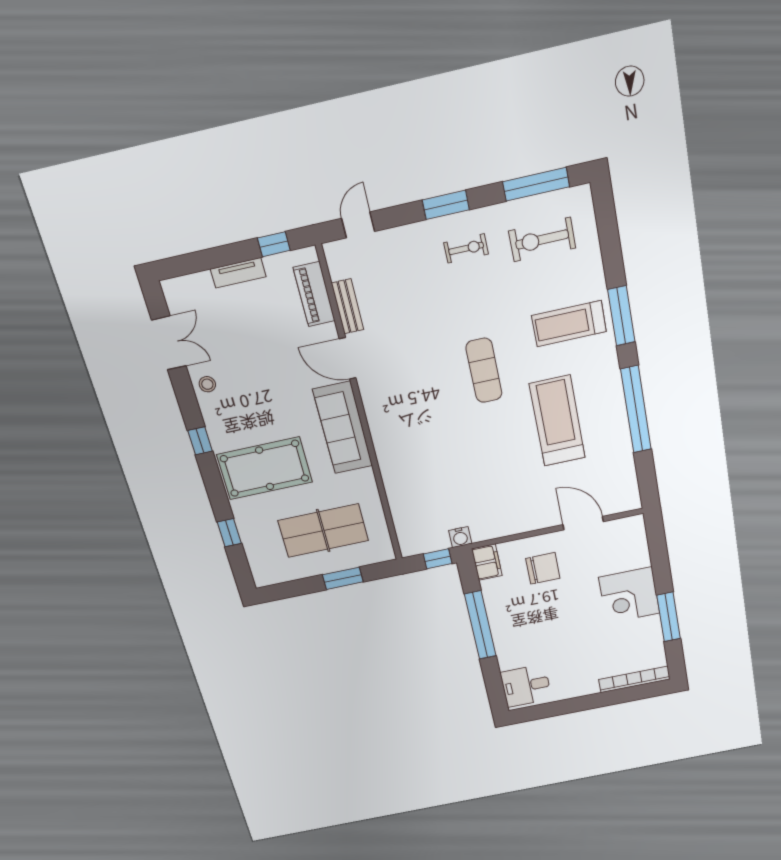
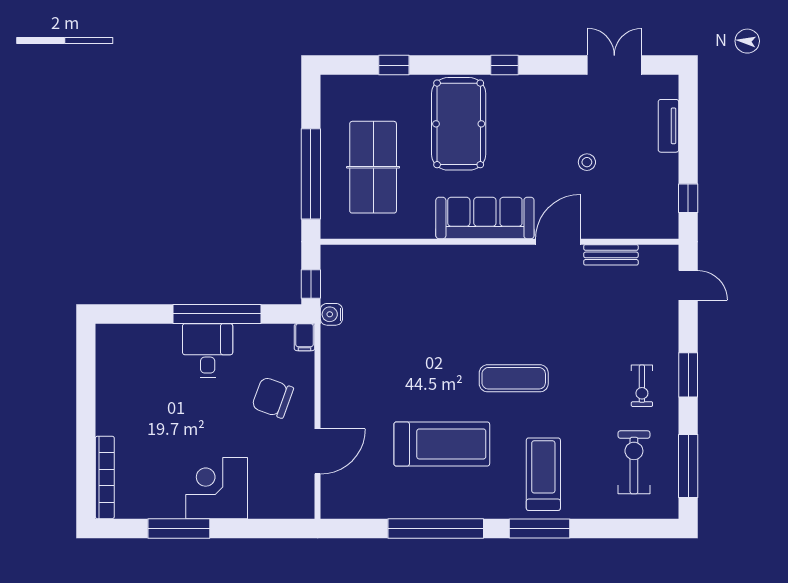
tv unit: (238, 273) -> (668, 126), moved
piano: (314, 294) -> (631, 225), removed
double door: (169, 343) -> (614, 65), swing flipped
stool: (207, 384) -> (587, 162), moved
filing cabinet: (487, 562) -> (304, 337), width x0.50
chair: (543, 568) -> (273, 398), turned 110
window: (343, 578) -> (311, 174), width x2.11
desk: (526, 686) -> (208, 351), moved

